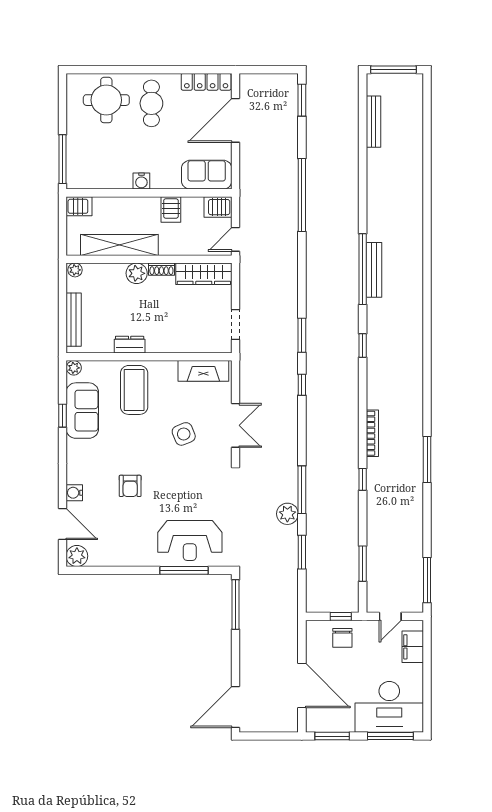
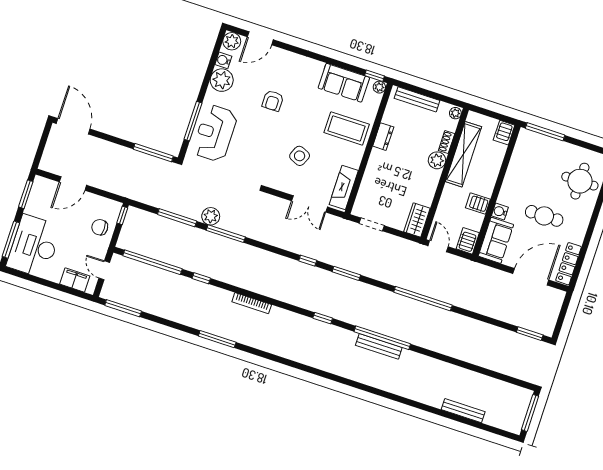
cafe table: (151, 103) -> (544, 216), moved
door: (236, 120) -> (531, 277), hinge flipped
bench: (374, 122) -> (463, 411), moved
water cooler: (141, 181) -> (500, 211), moved
window: (302, 195) -> (423, 299), moved
shoe rack: (161, 269) -> (447, 142), moved
wardrobe: (204, 274) -> (417, 220), width x0.67
window: (62, 416) -> (374, 76), moved
double door: (236, 425) -> (310, 204), moved
side table: (184, 434) -> (300, 156), turned 45
window: (363, 479) -> (201, 278), moved
armchair: (130, 486) -> (273, 101), turned -90
water cooler: (74, 493) -> (223, 60), moved, turned -90
window: (302, 552) -> (177, 218), width x1.44
plant: (126, 553) -> (222, 80), added
window: (363, 564) -> (153, 262), width x2.11
window: (341, 616) -> (122, 215), moved
door: (302, 686) -> (73, 183), width x0.73

